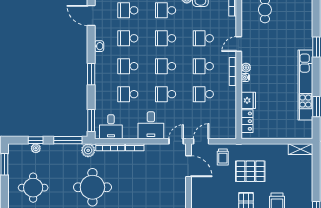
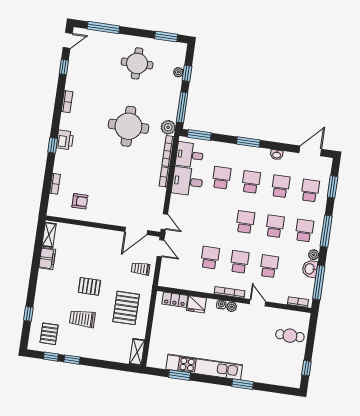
school desk: (166, 94) -> (216, 218), removed
desk: (151, 125) -> (187, 181), moved
pallet: (250, 171) -> (126, 308), moved

